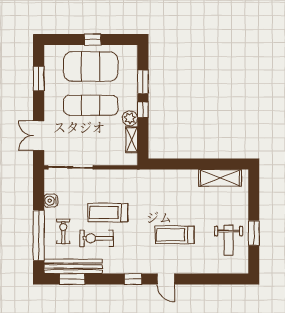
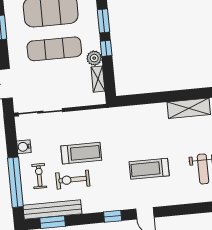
treadmill: (108, 213) -> (81, 153), turned 180

